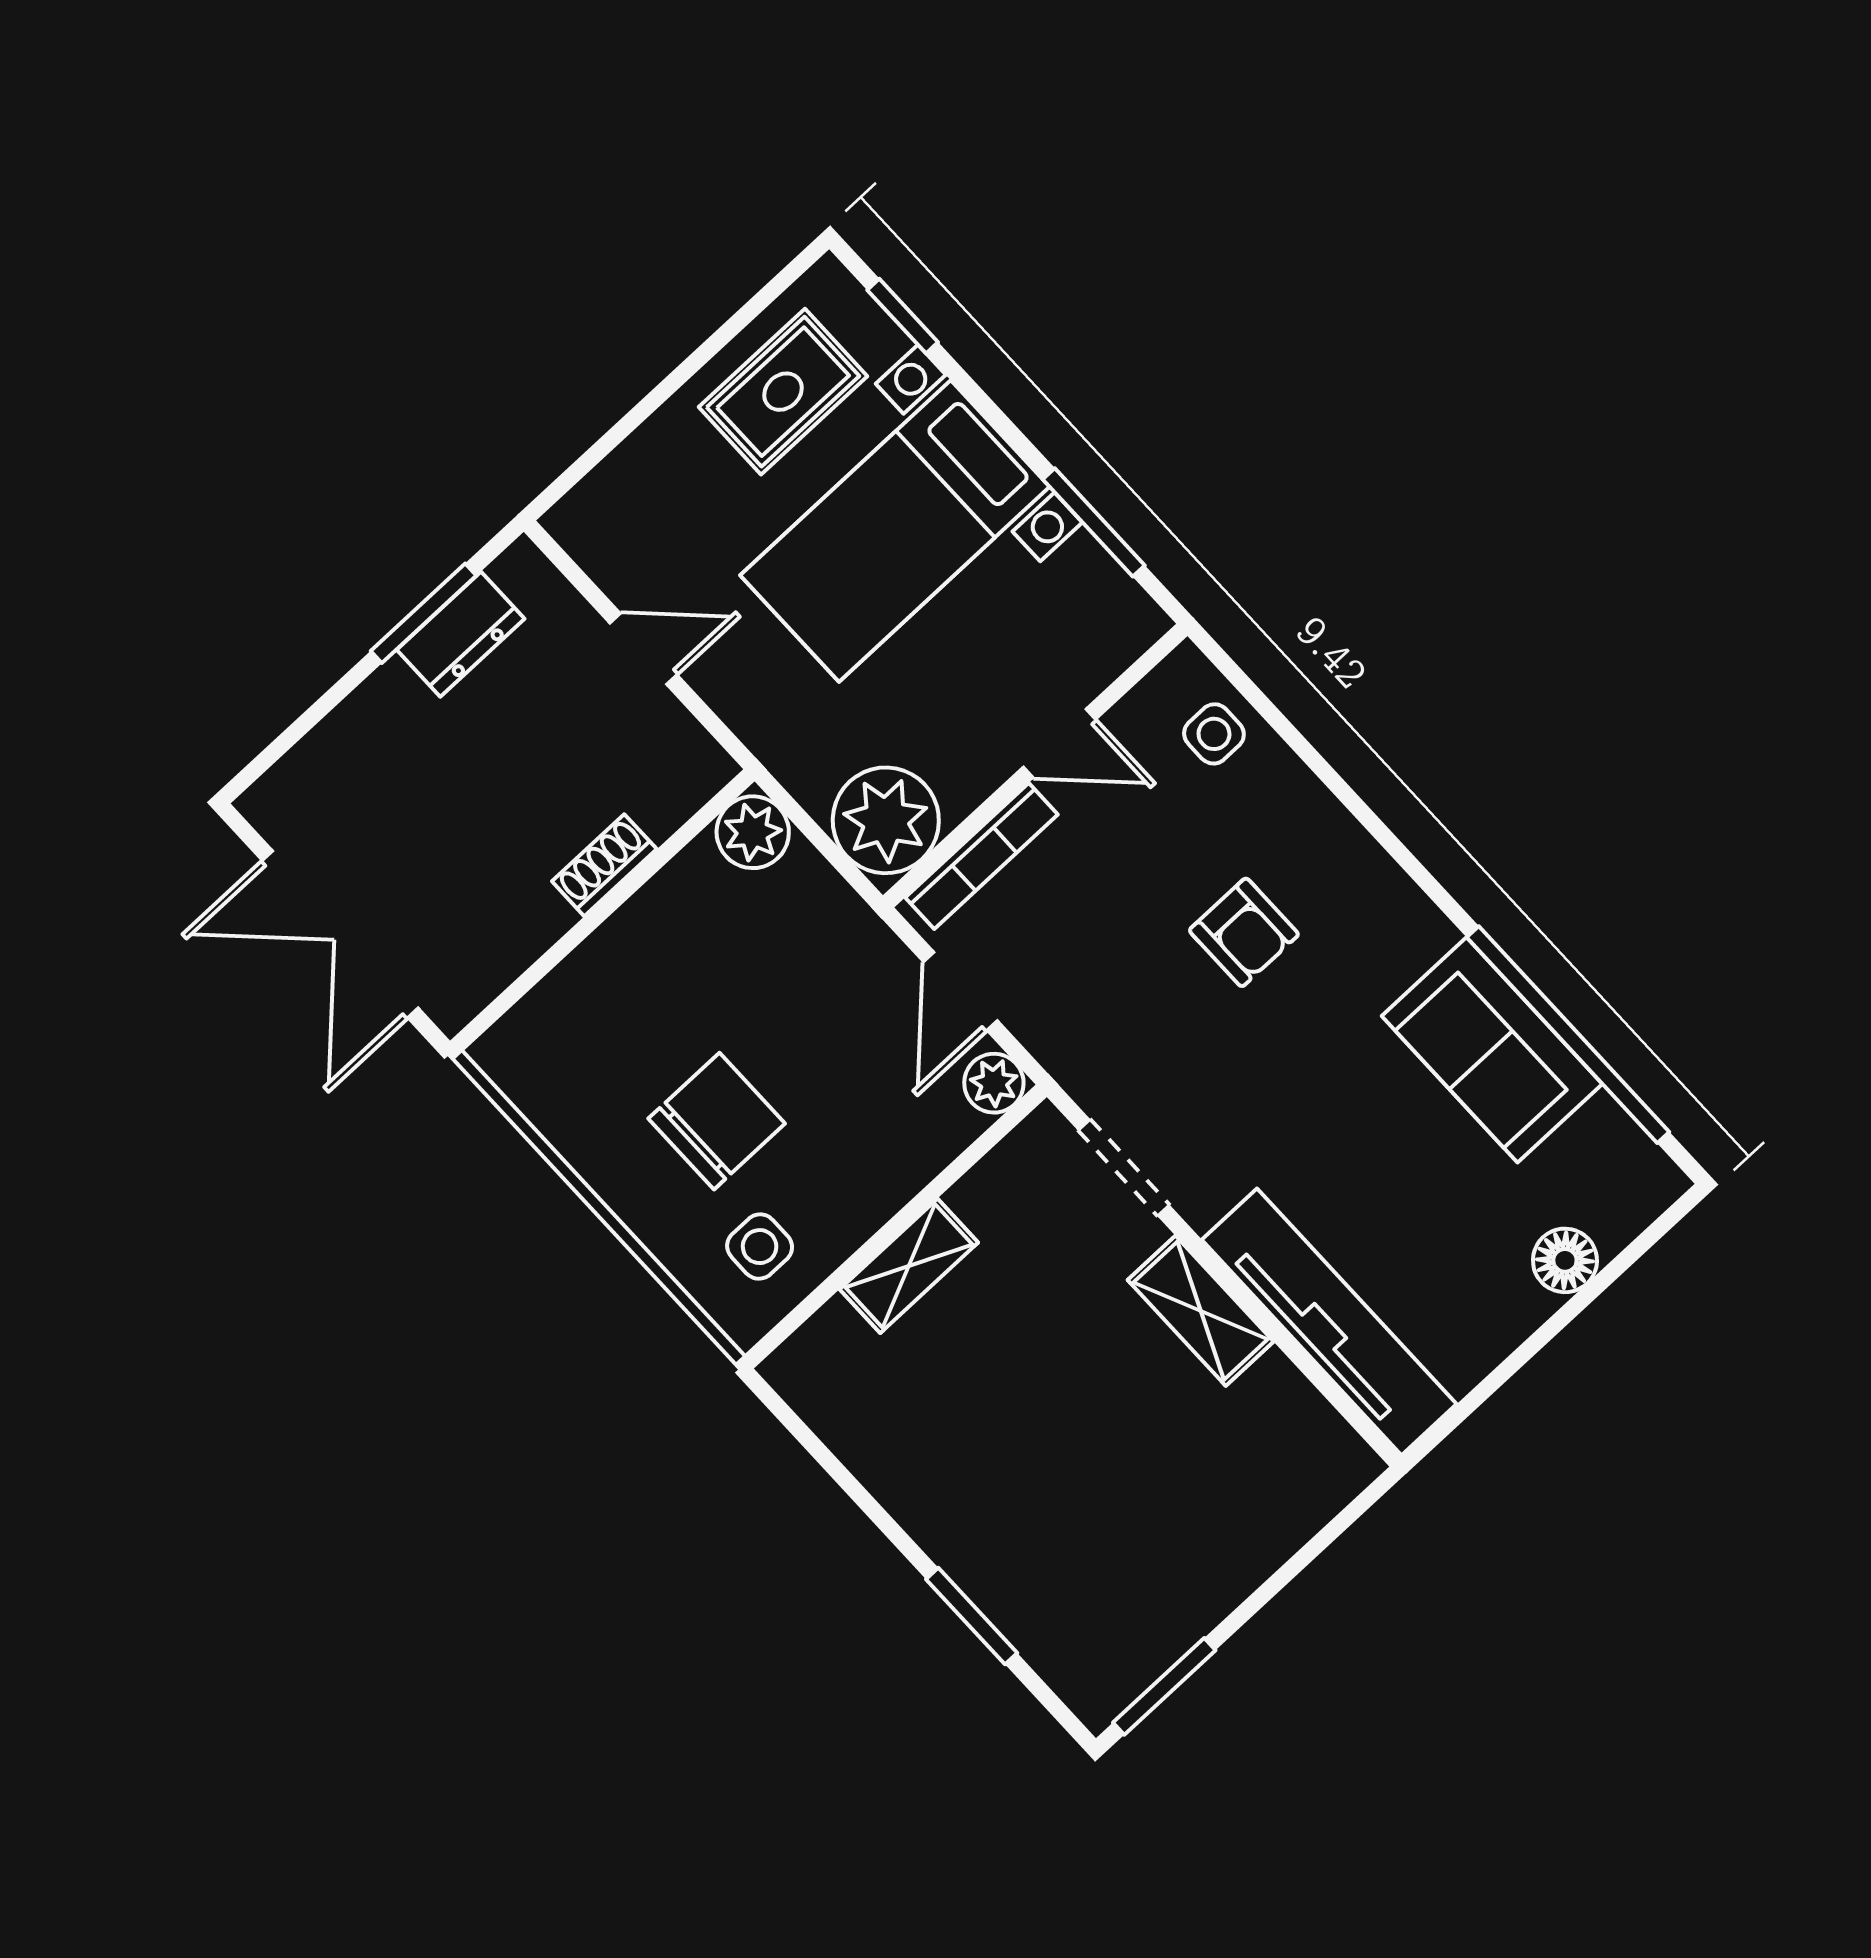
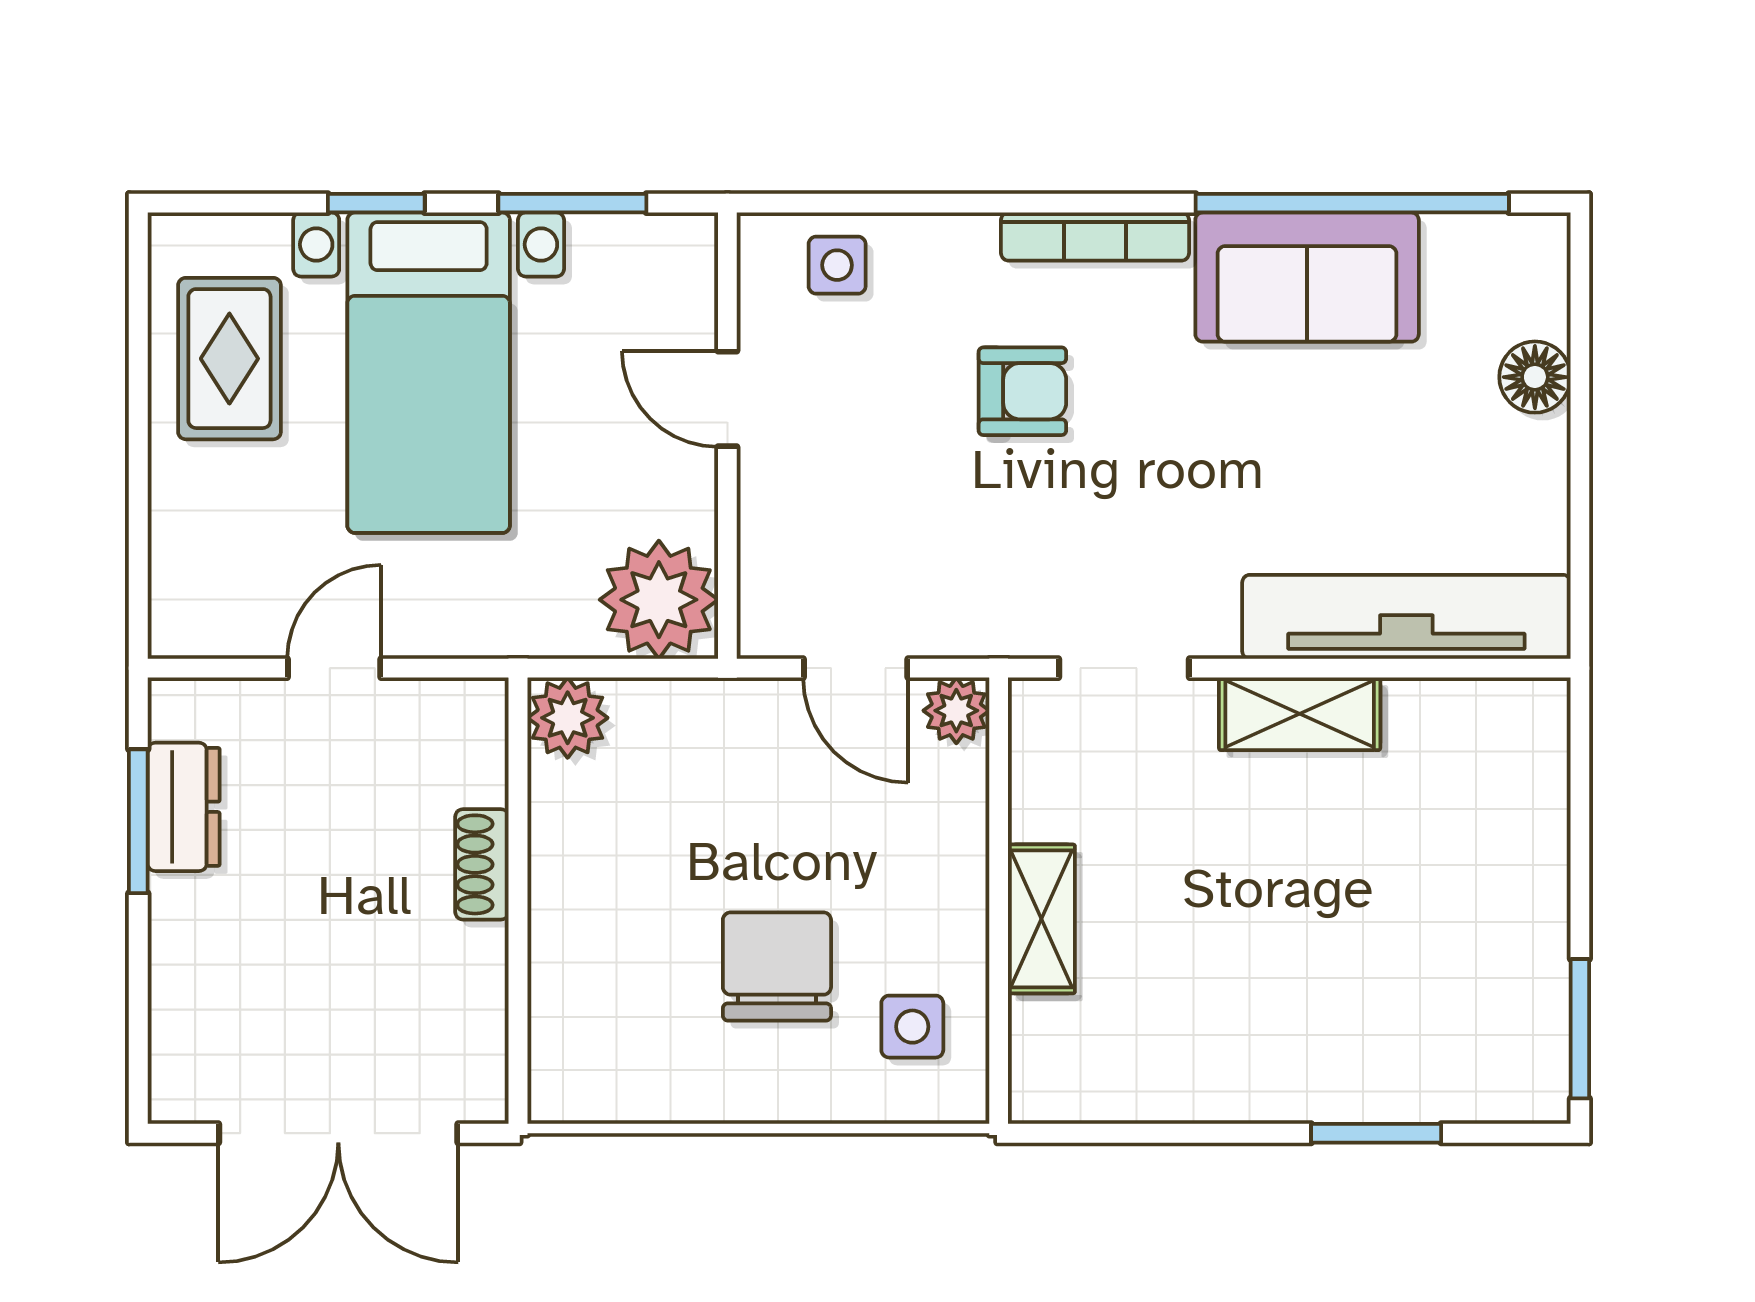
window: (903, 316) -> (376, 203), moved
door: (1059, 743) -> (727, 399), swing flipped
bookcase: (981, 856) -> (1095, 237), moved, turned 90

